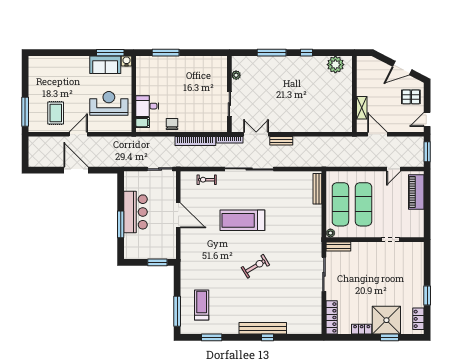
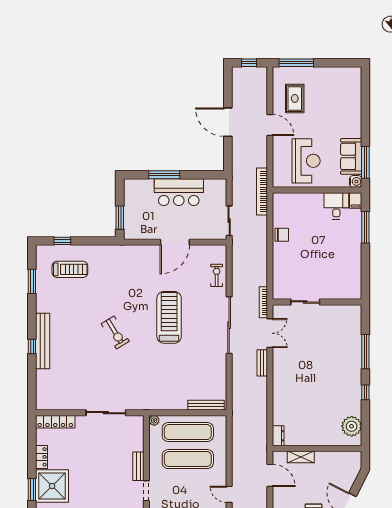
plant: (236, 75) -> (339, 310), removed
desk: (147, 106) -> (336, 206), moved
rug: (56, 113) -> (295, 98), turned 90
filing cabinet: (143, 123) -> (356, 200), moved
dresser: (344, 127) -> (278, 436), added
door: (377, 134) -> (270, 475), hinge flipped
bookcase: (195, 141) -> (262, 192), moved
window: (25, 152) -> (249, 63), added
door: (76, 170) -> (228, 122), swing flipped
bench: (338, 246) -> (138, 466), moved
window: (177, 311) -> (62, 241), width x0.46

